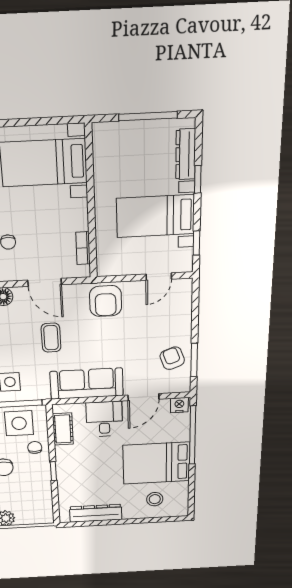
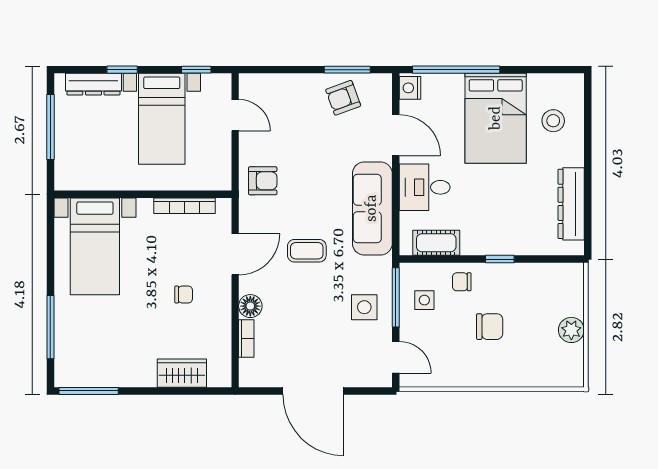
bookcase: (83, 248) -> (184, 206), width x1.56
armchair: (106, 301) -> (263, 181), width x0.72, depth x0.72
side table: (19, 423) -> (424, 300), width x0.54, depth x0.54

